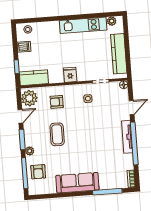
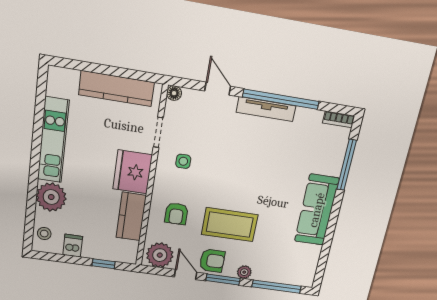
plant: (112, 21) -> (51, 197), moved, width x1.87, depth x1.87
fridge: (70, 75) -> (133, 172), width x1.88, depth x1.34
kitchen counter: (34, 78) -> (131, 217), moved
coffee table: (57, 134) -> (230, 225), width x1.36, depth x1.32
armchair: (38, 172) -> (212, 261), moved

